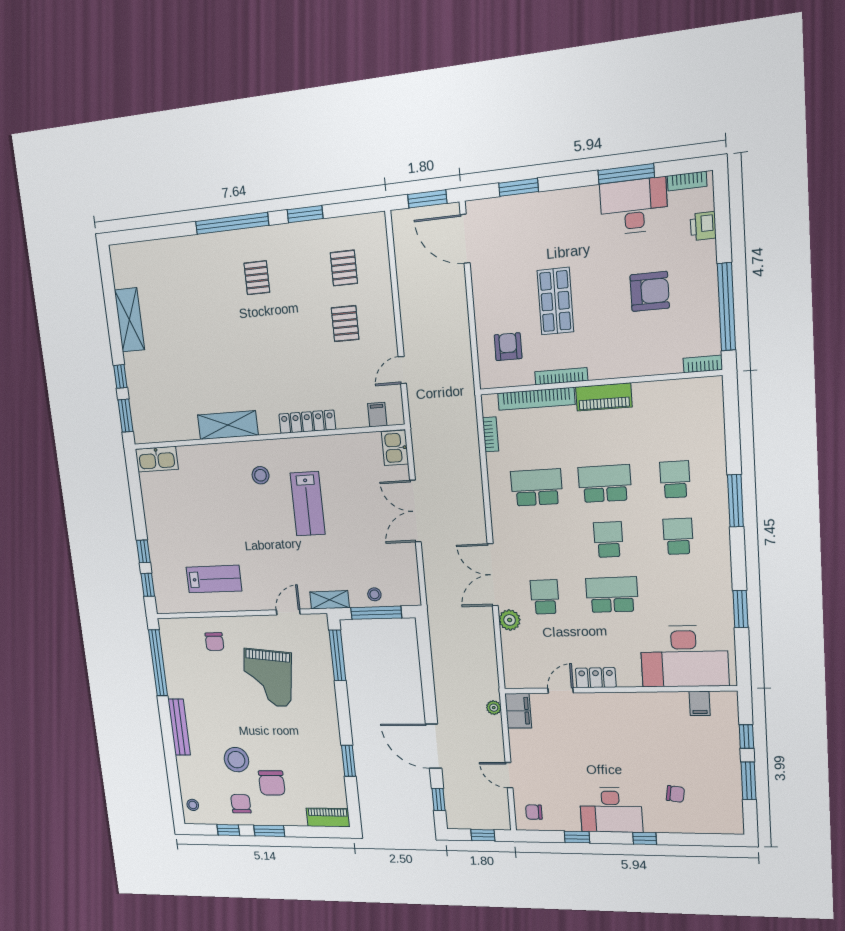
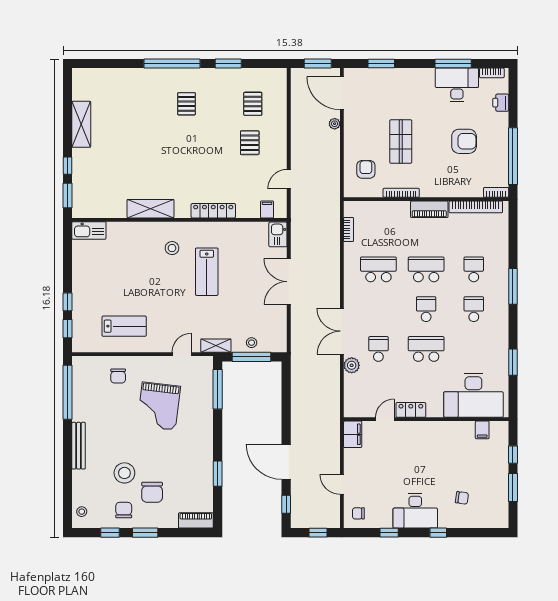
bookcase: (536, 399) -> (476, 207), moved
plant: (494, 708) -> (335, 124), moved

